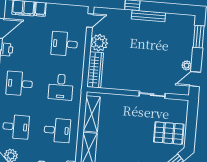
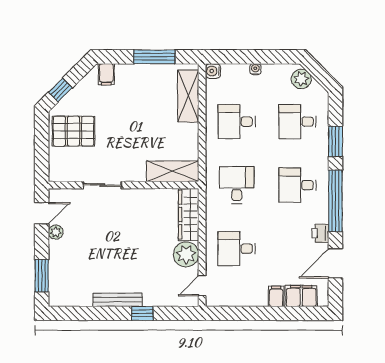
desk: (64, 44) -> (237, 249), turned 180
desk: (19, 84) -> (298, 185), turned 180
shelving: (92, 114) -> (173, 171), moved, turned 90

